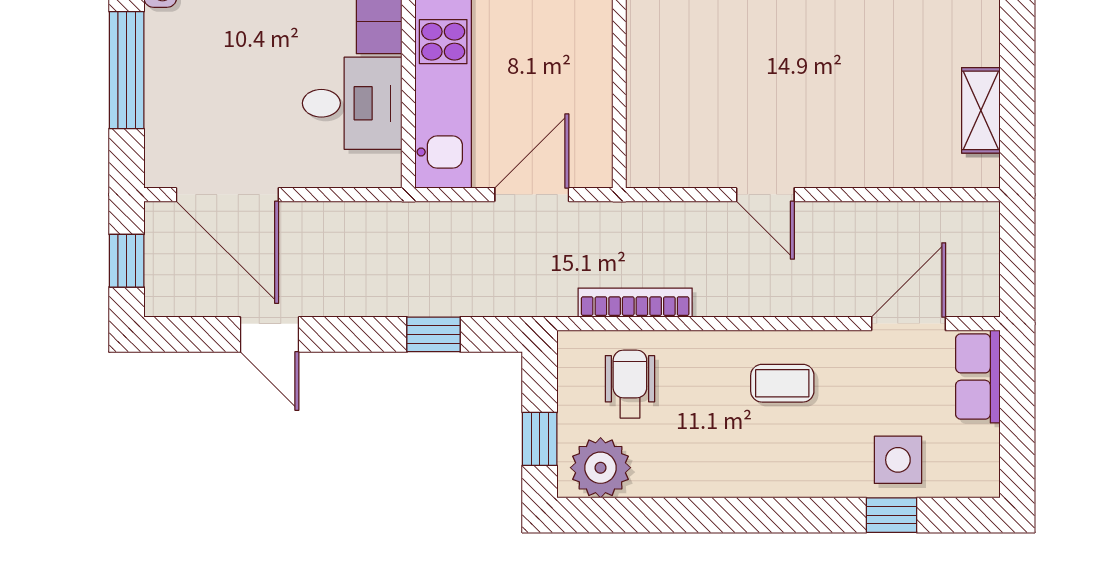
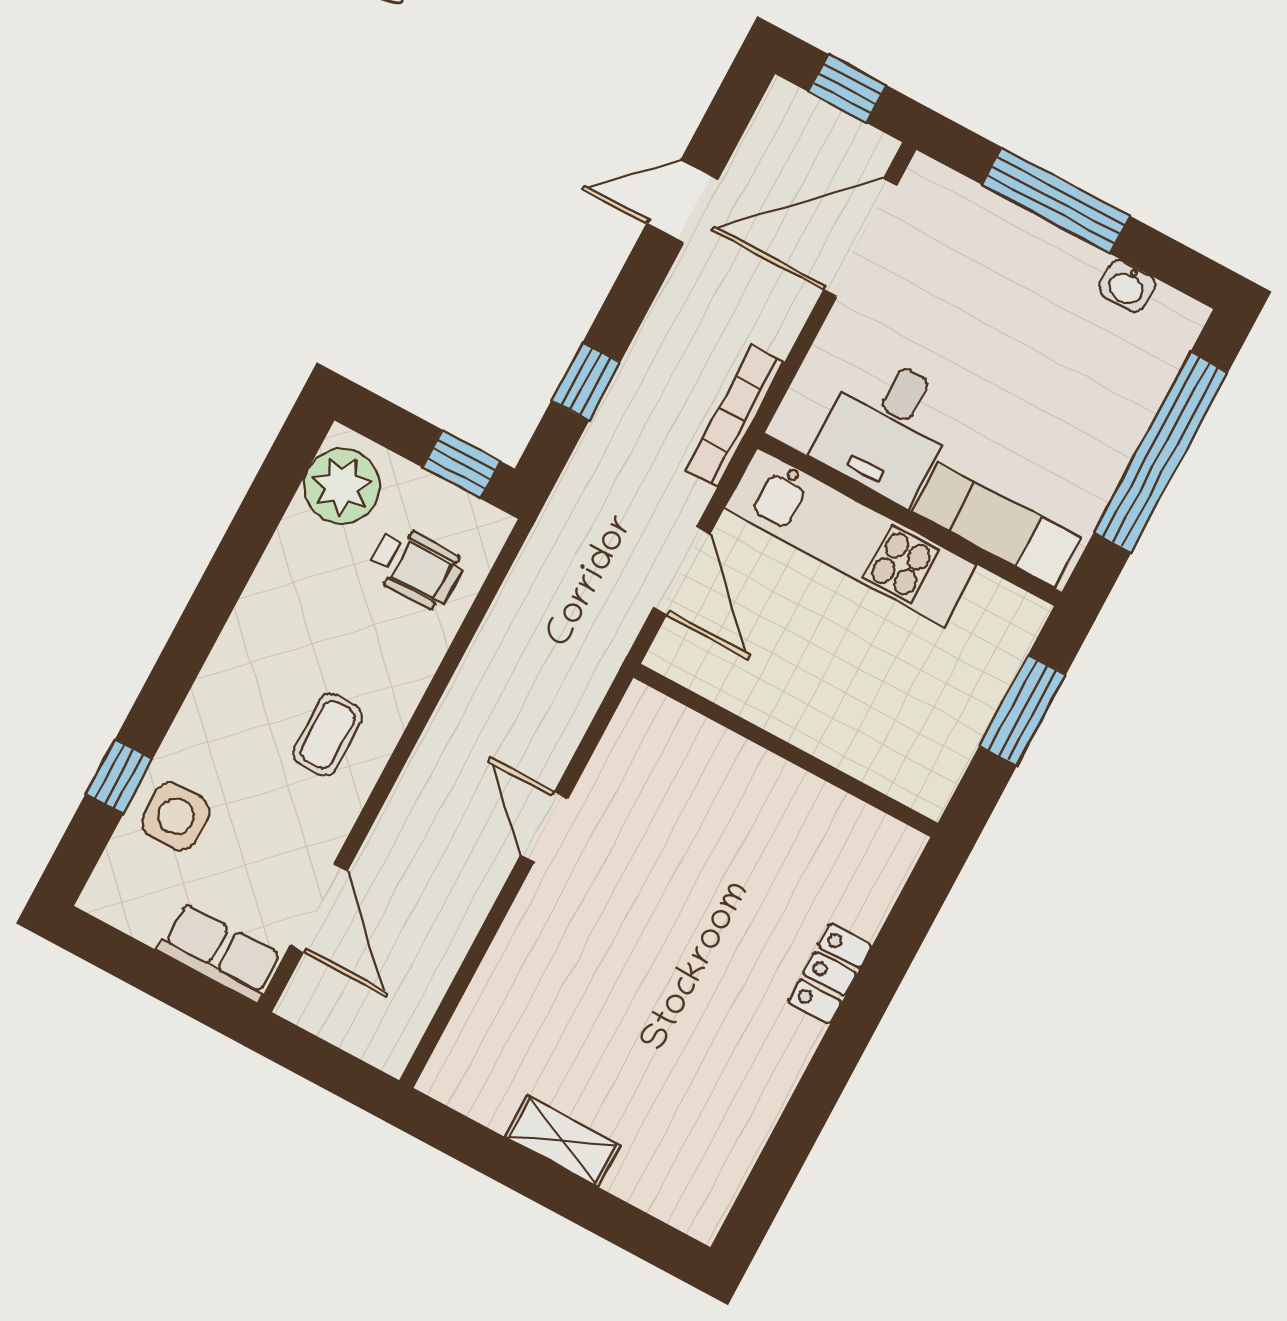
shelving: (981, 110) -> (563, 1141), moved
door: (765, 195) -> (544, 827), hinge flipped
bookcase: (635, 303) -> (735, 416), moved, turned 180
window: (540, 439) -> (461, 464), moved

